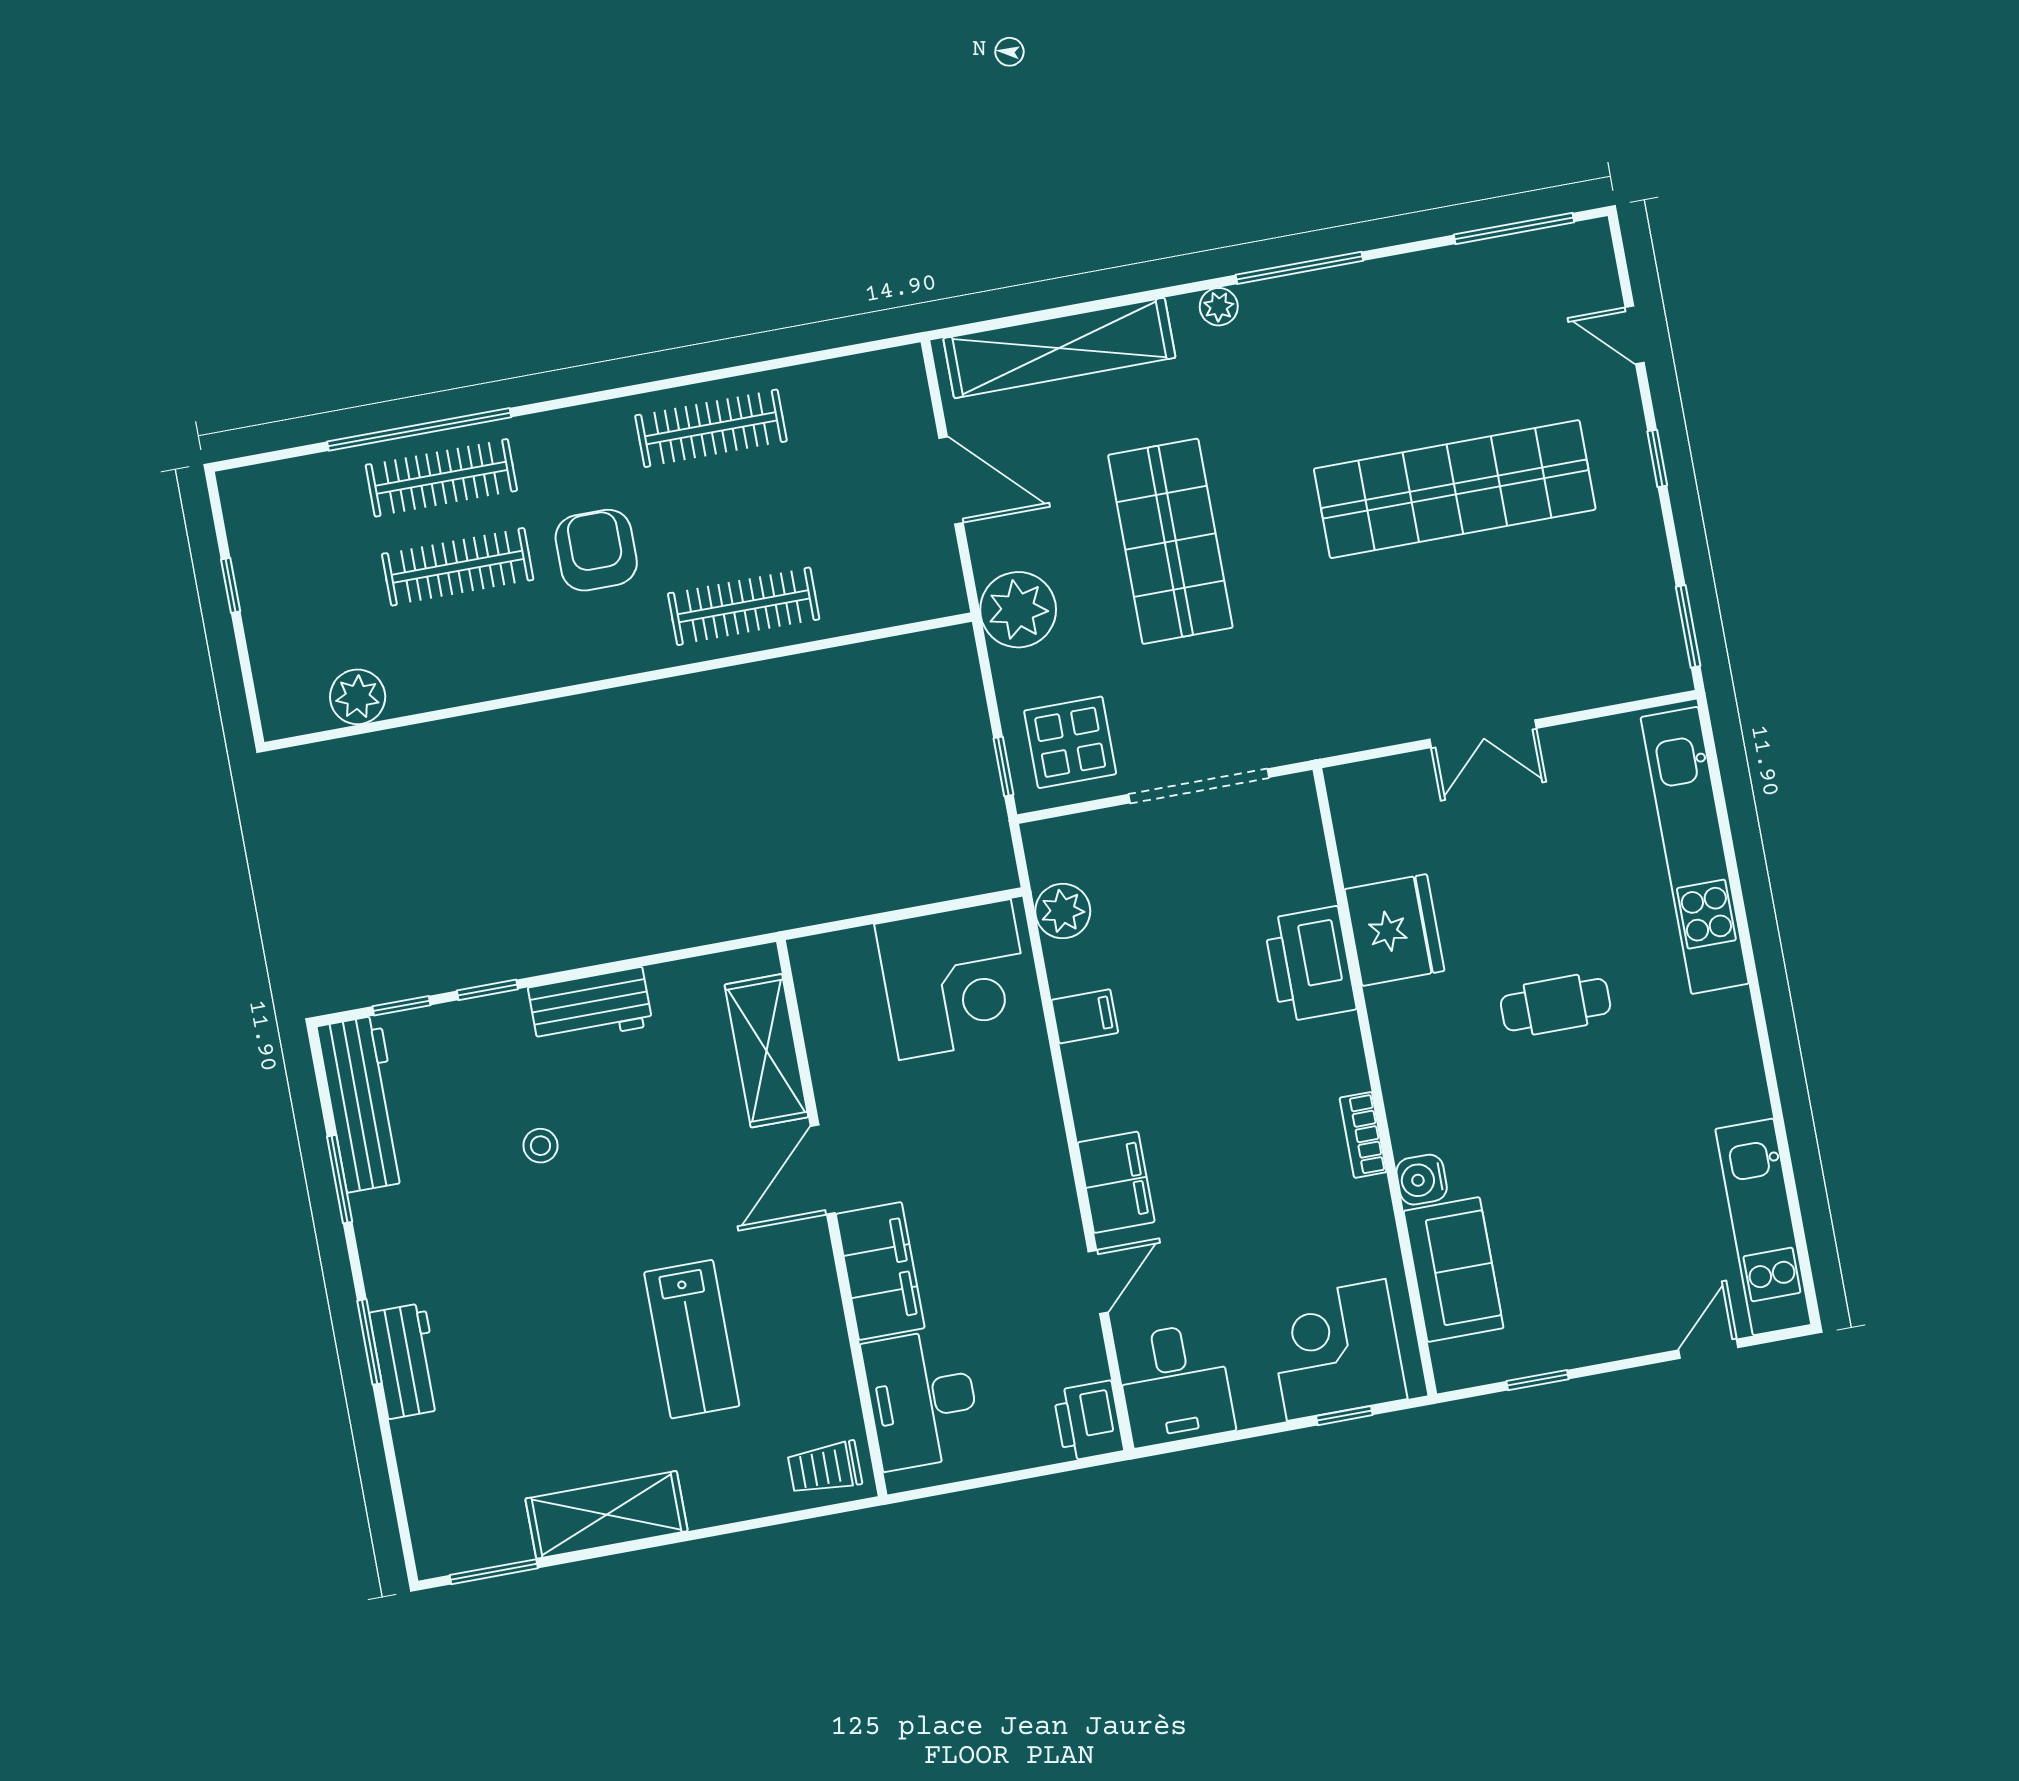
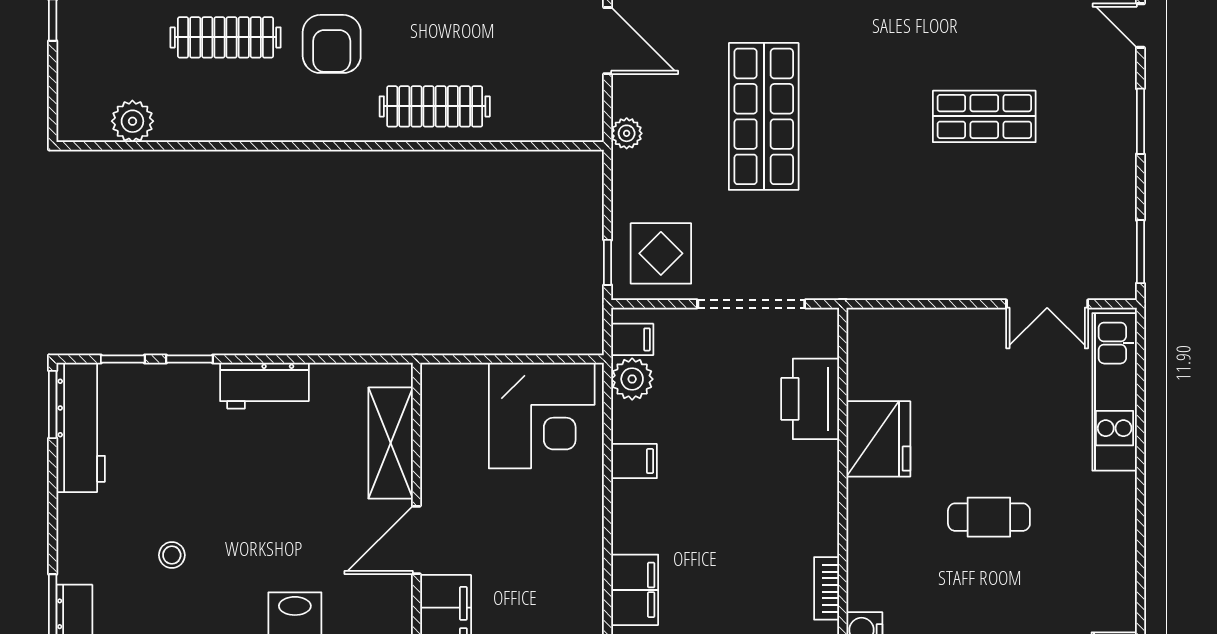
window: (1657, 458) -> (1140, 121), width x1.50
shop shelf: (1455, 489) -> (984, 116), width x0.50, depth x0.74
armchair: (596, 550) -> (332, 44), turned 180
plant: (1018, 610) -> (627, 133), width x0.53, depth x0.53
double door: (1483, 734) -> (1047, 304), moved
kitchen unit: (1695, 850) -> (1115, 392), width x0.73
filing cabinet: (1054, 860) -> (632, 339), added
printer: (1310, 964) -> (810, 399), moved
stool: (540, 1146) -> (172, 555), moved
window: (340, 1179) -> (53, 404), moved

